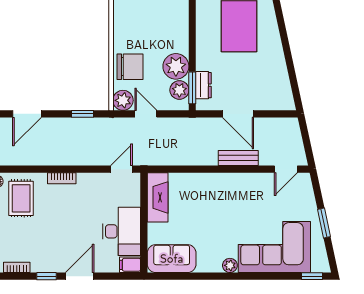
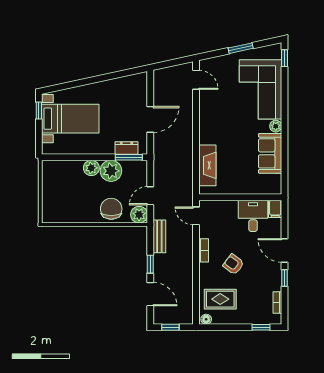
plant: (179, 90) -> (91, 168), moved
window: (82, 114) -> (150, 264), moved
bench: (238, 158) -> (159, 236), moved
bookcase: (62, 178) -> (204, 250), moved
fireplace: (158, 197) -> (207, 165), moved, turned 90
armchair: (63, 214) -> (233, 264), added
desk: (122, 231) -> (253, 216), width x0.73
sofa: (172, 259) -> (270, 153), moved

